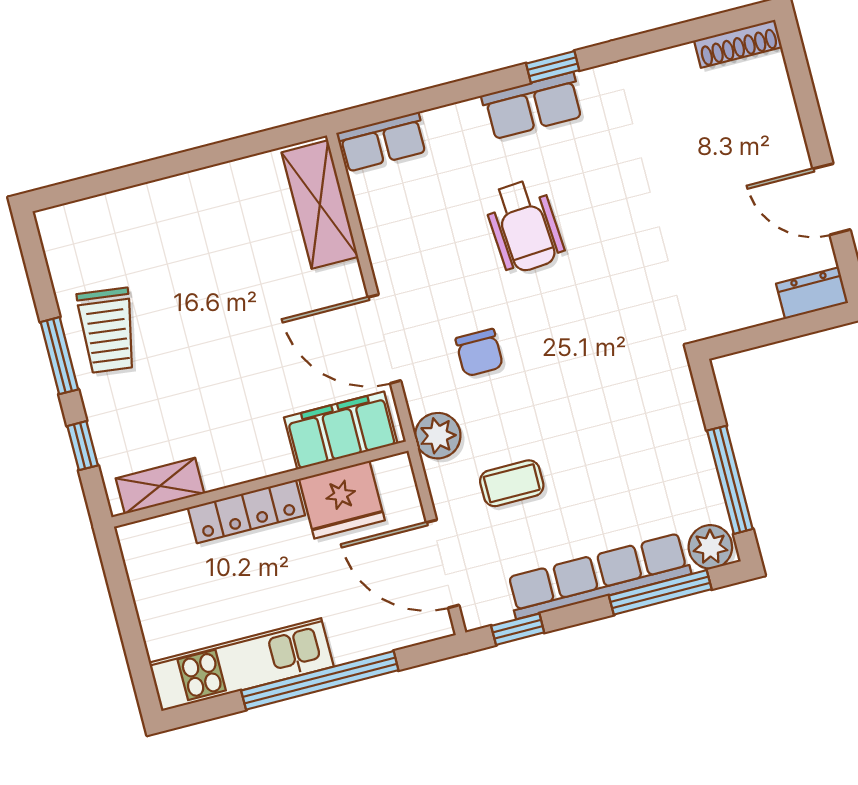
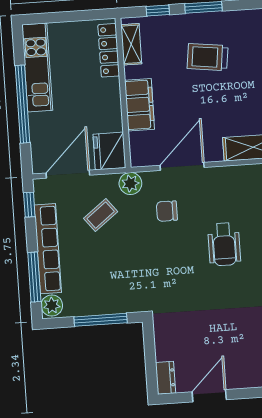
wheelchair: (524, 226) -> (224, 244), turned -86
trolley: (107, 330) -> (208, 57), moved
filing cabinet: (341, 430) -> (140, 105), moved
window: (730, 480) -> (101, 320), moved
coffee table: (512, 483) -> (101, 215), turned 52
fridge: (342, 500) -> (109, 151), moved
locker: (246, 511) -> (109, 50), moved

